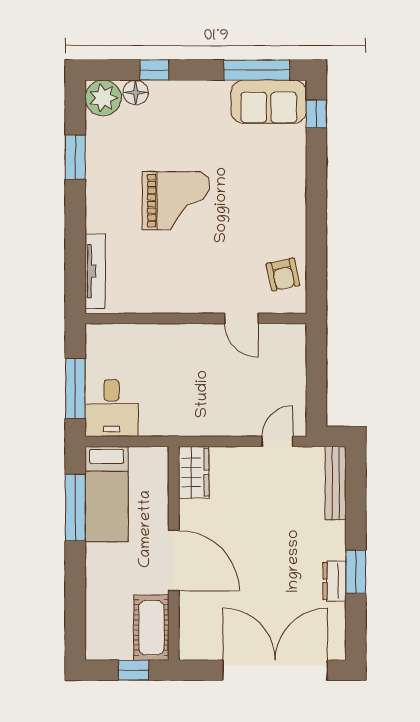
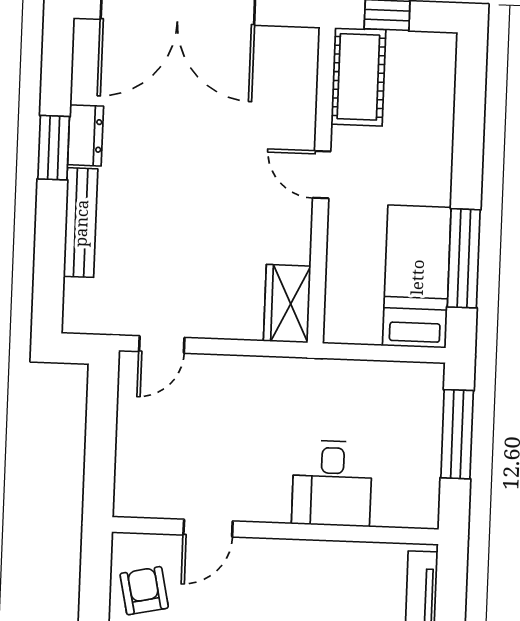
door: (241, 318) -> (208, 528), swing flipped
desk: (112, 408) -> (332, 483), moved, turned 180
bench: (336, 483) -> (81, 223), moved
door: (174, 560) -> (322, 175), width x0.53

